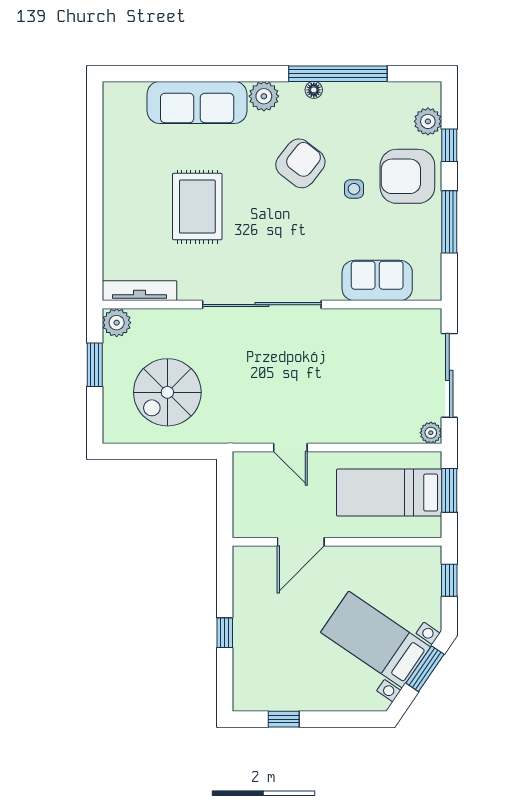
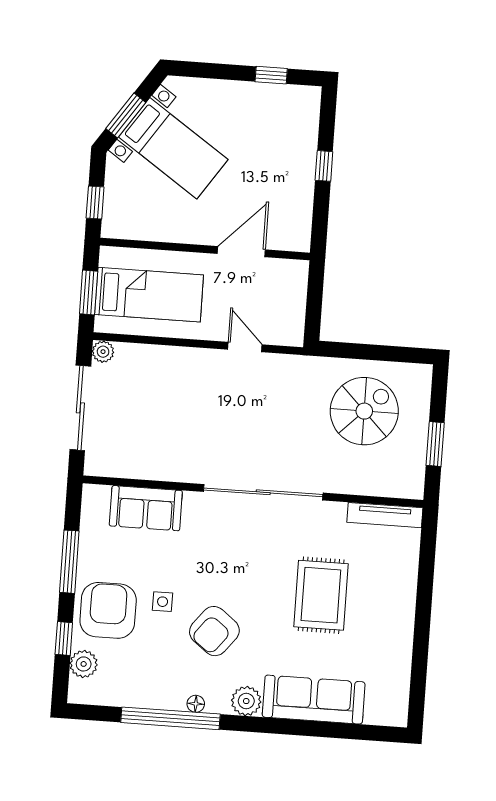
armchair: (407, 176) -> (108, 610), turned -90
plant: (117, 323) -> (410, 485), removed

